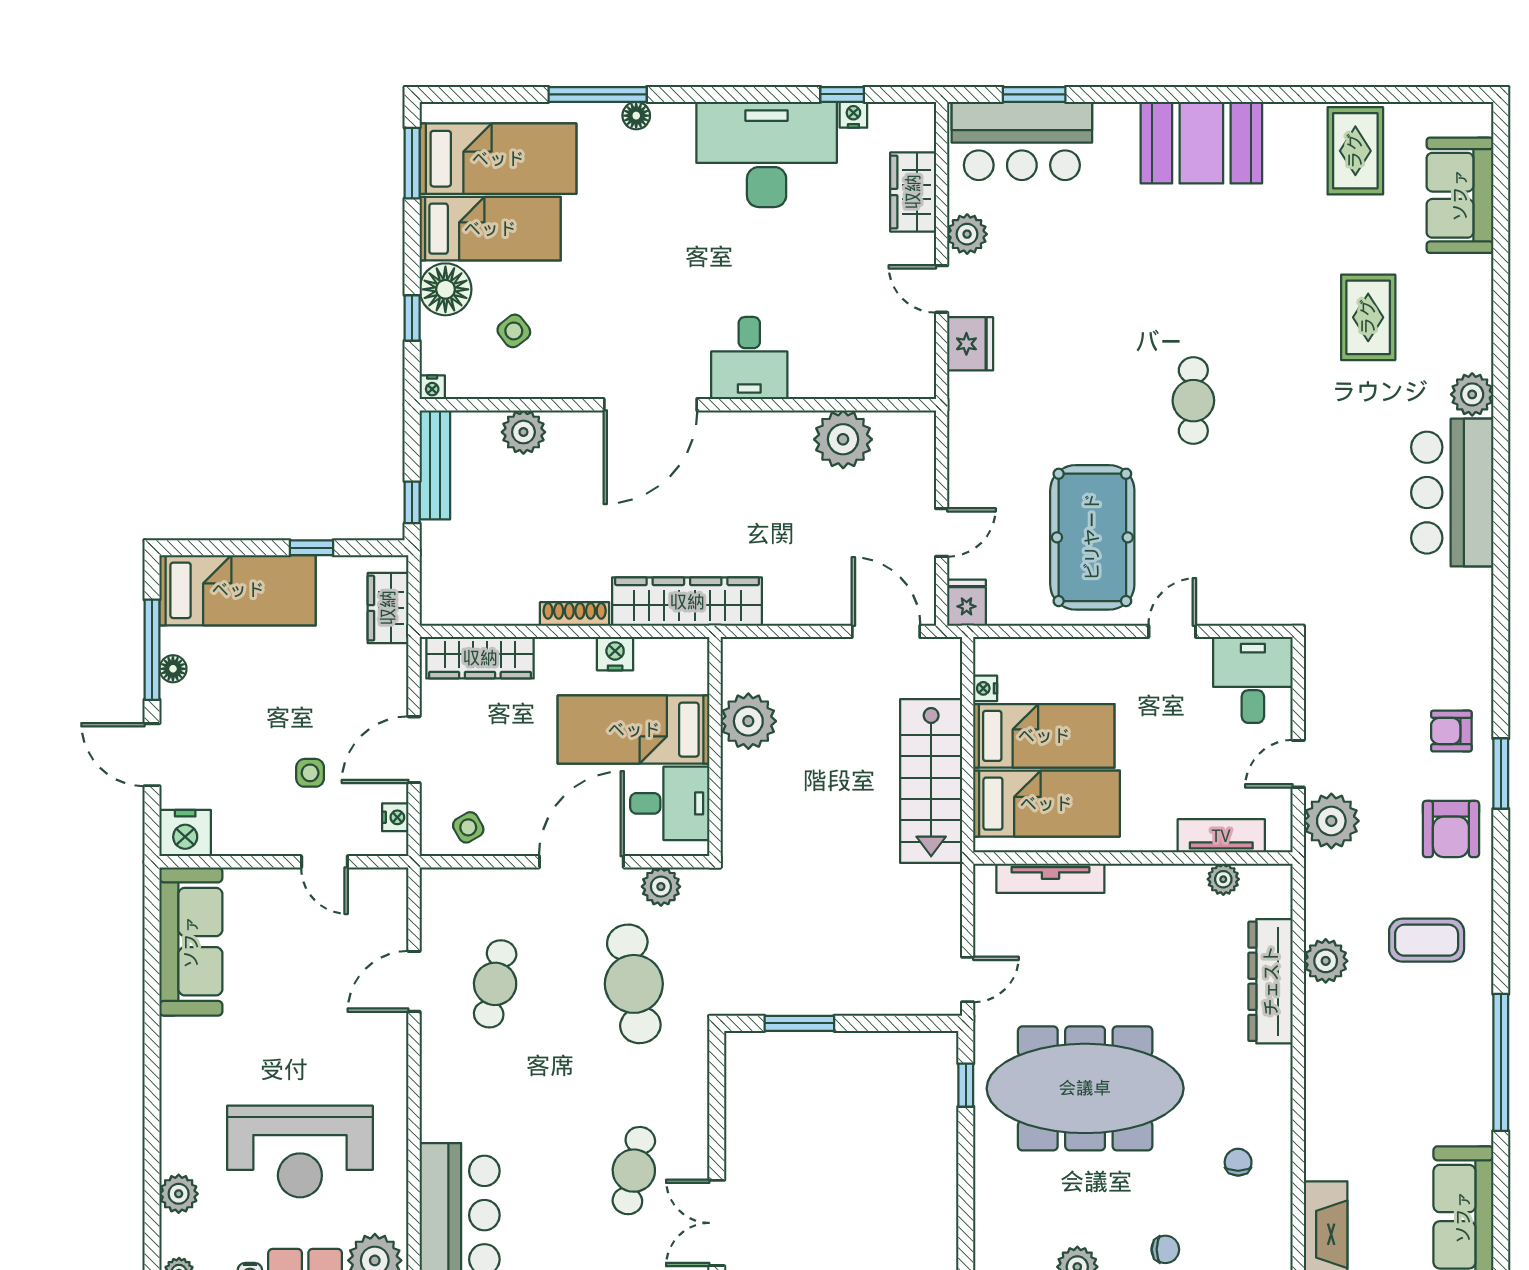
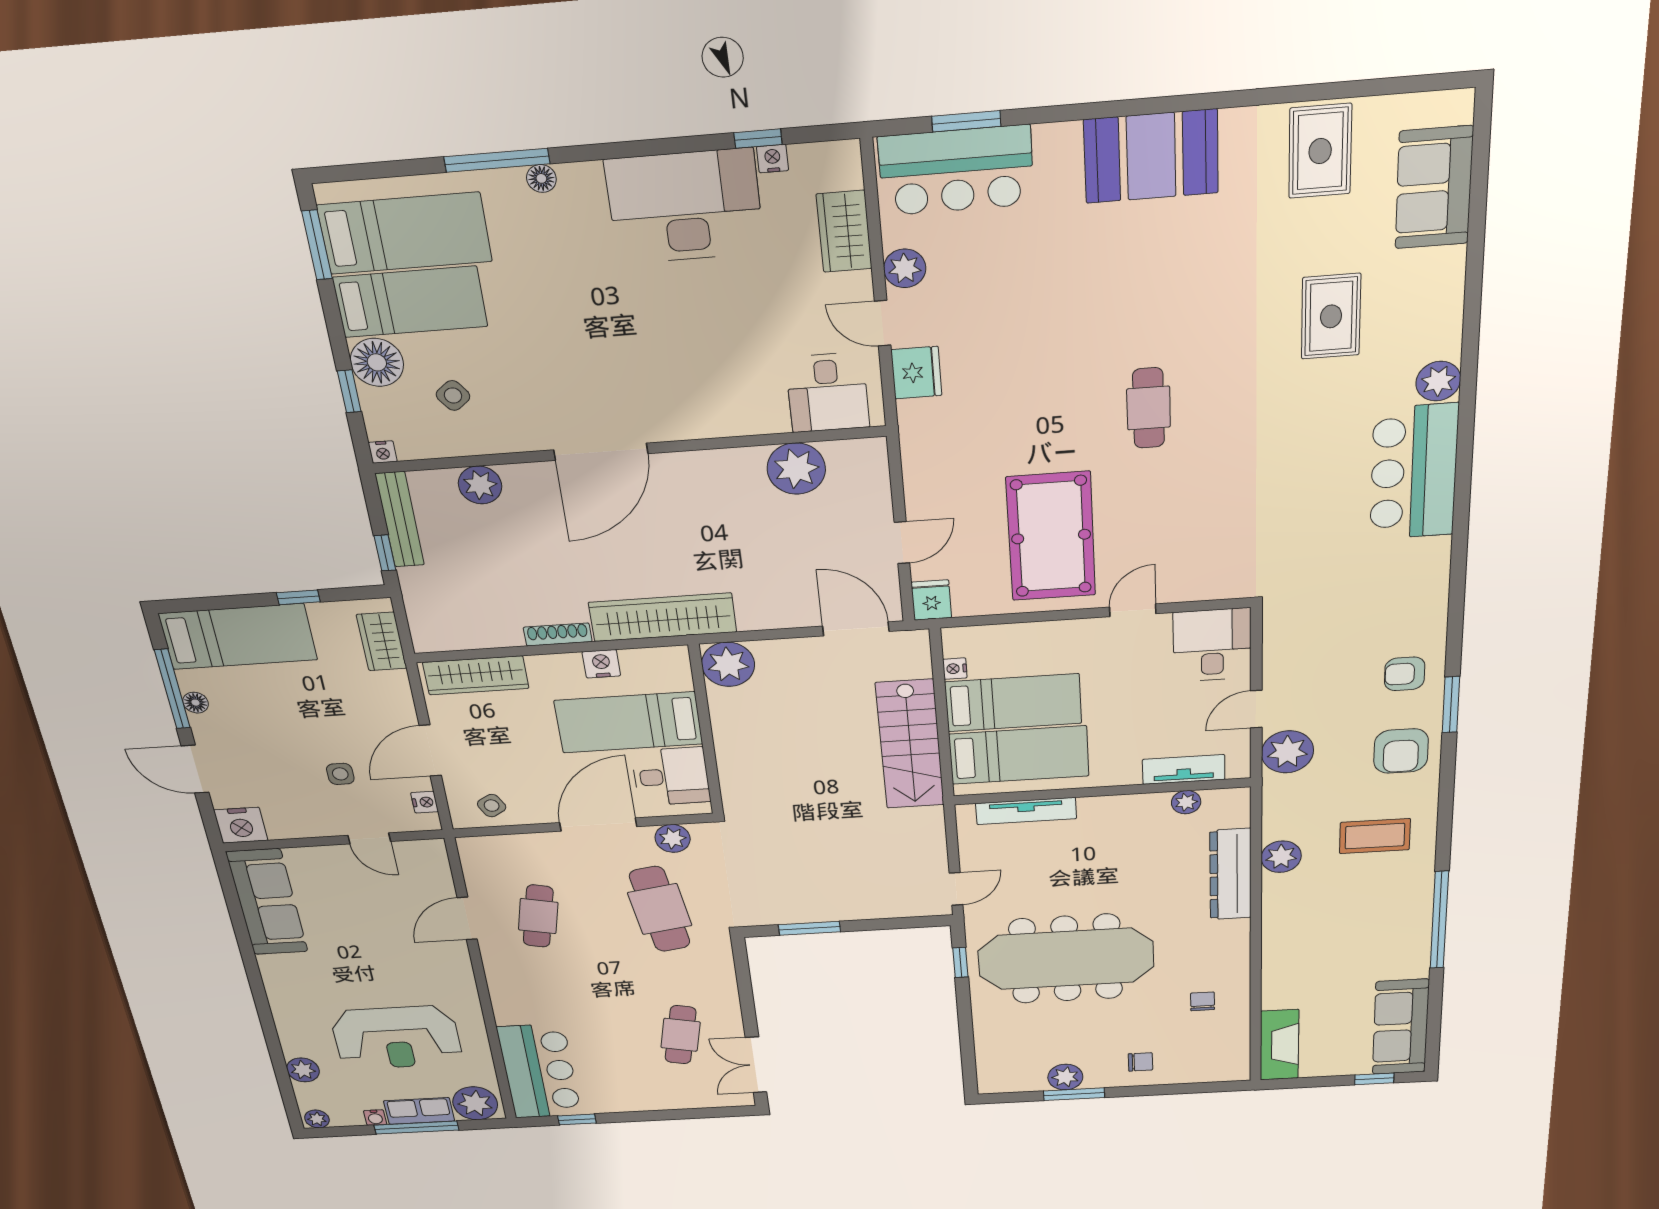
desk: (749, 358) -> (828, 392), moved
plant: (748, 721) -> (728, 664), moved

